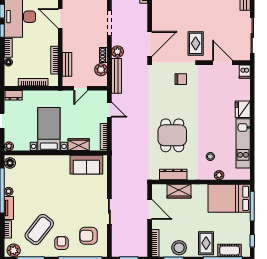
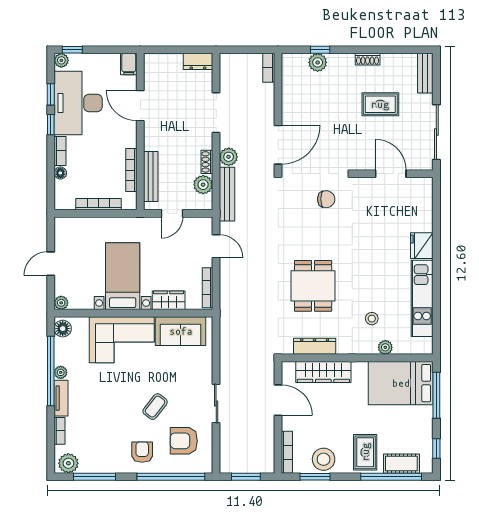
rug: (196, 43) -> (380, 104), moved, turned 90
bench: (67, 64) -> (151, 177), width x1.36
dishwasher: (245, 72) -> (425, 188), removed
dresser: (14, 95) -> (68, 224), removed
corner sofa: (48, 170) -> (122, 340), added
wardrobe: (179, 191) -> (323, 372), width x1.50
coffee table: (39, 230) -> (155, 407), moved, width x0.54, depth x0.58

